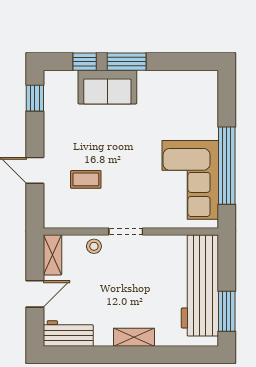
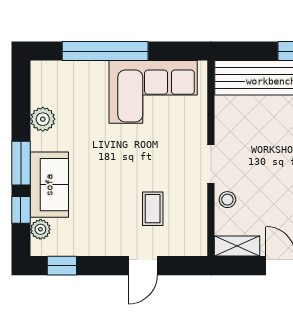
plant: (67, 79) -> (40, 229), added
plant: (166, 81) -> (43, 119), added
window: (227, 166) -> (105, 51), moved

